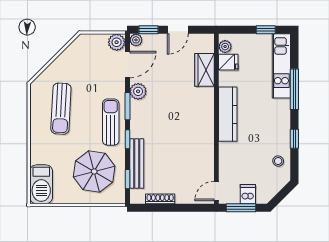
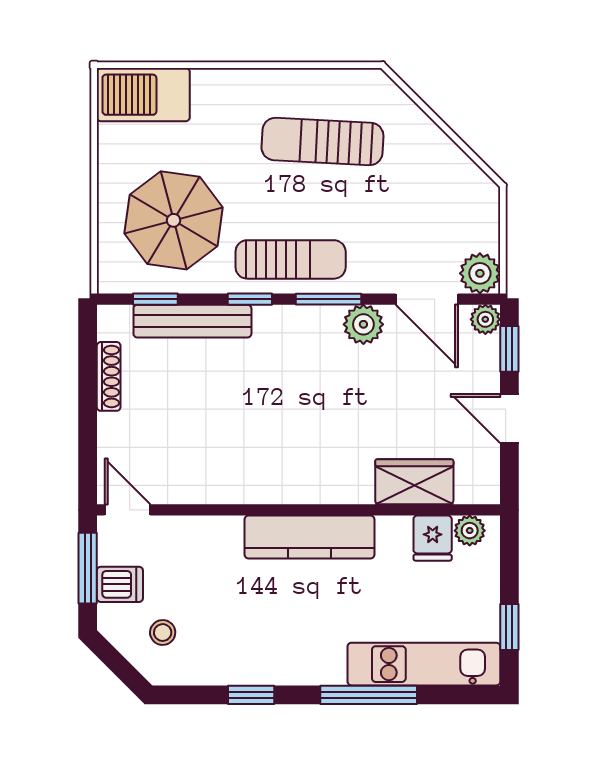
stool: (278, 161) -> (163, 633), moved

